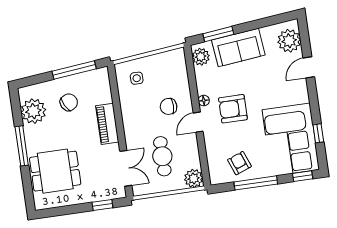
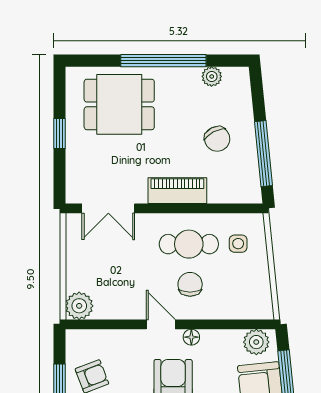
plant: (33, 111) -> (212, 76), width x0.53, depth x0.53
window: (22, 146) -> (163, 61), width x1.46
cafe table: (162, 156) -> (189, 244), moved
dining table: (55, 171) -> (119, 104), turned 90
window: (102, 205) -> (59, 134), moved

